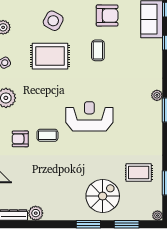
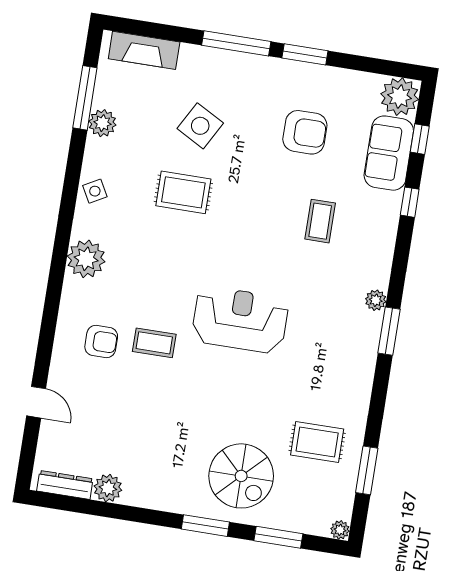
coffee table: (98, 50) -> (320, 221), moved
rug: (50, 56) -> (183, 192), width x0.73, depth x0.70
armchair: (20, 139) -> (101, 342), turned 180
spiral stairs: (103, 196) -> (241, 476), turned 90

